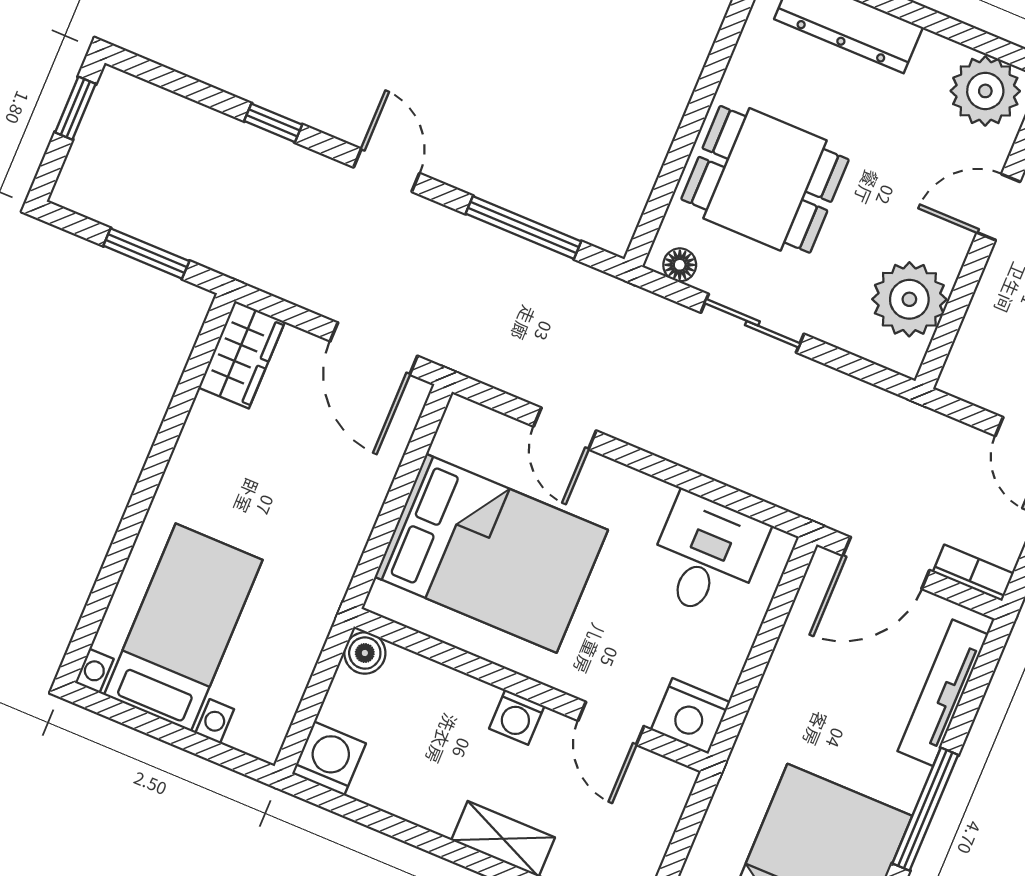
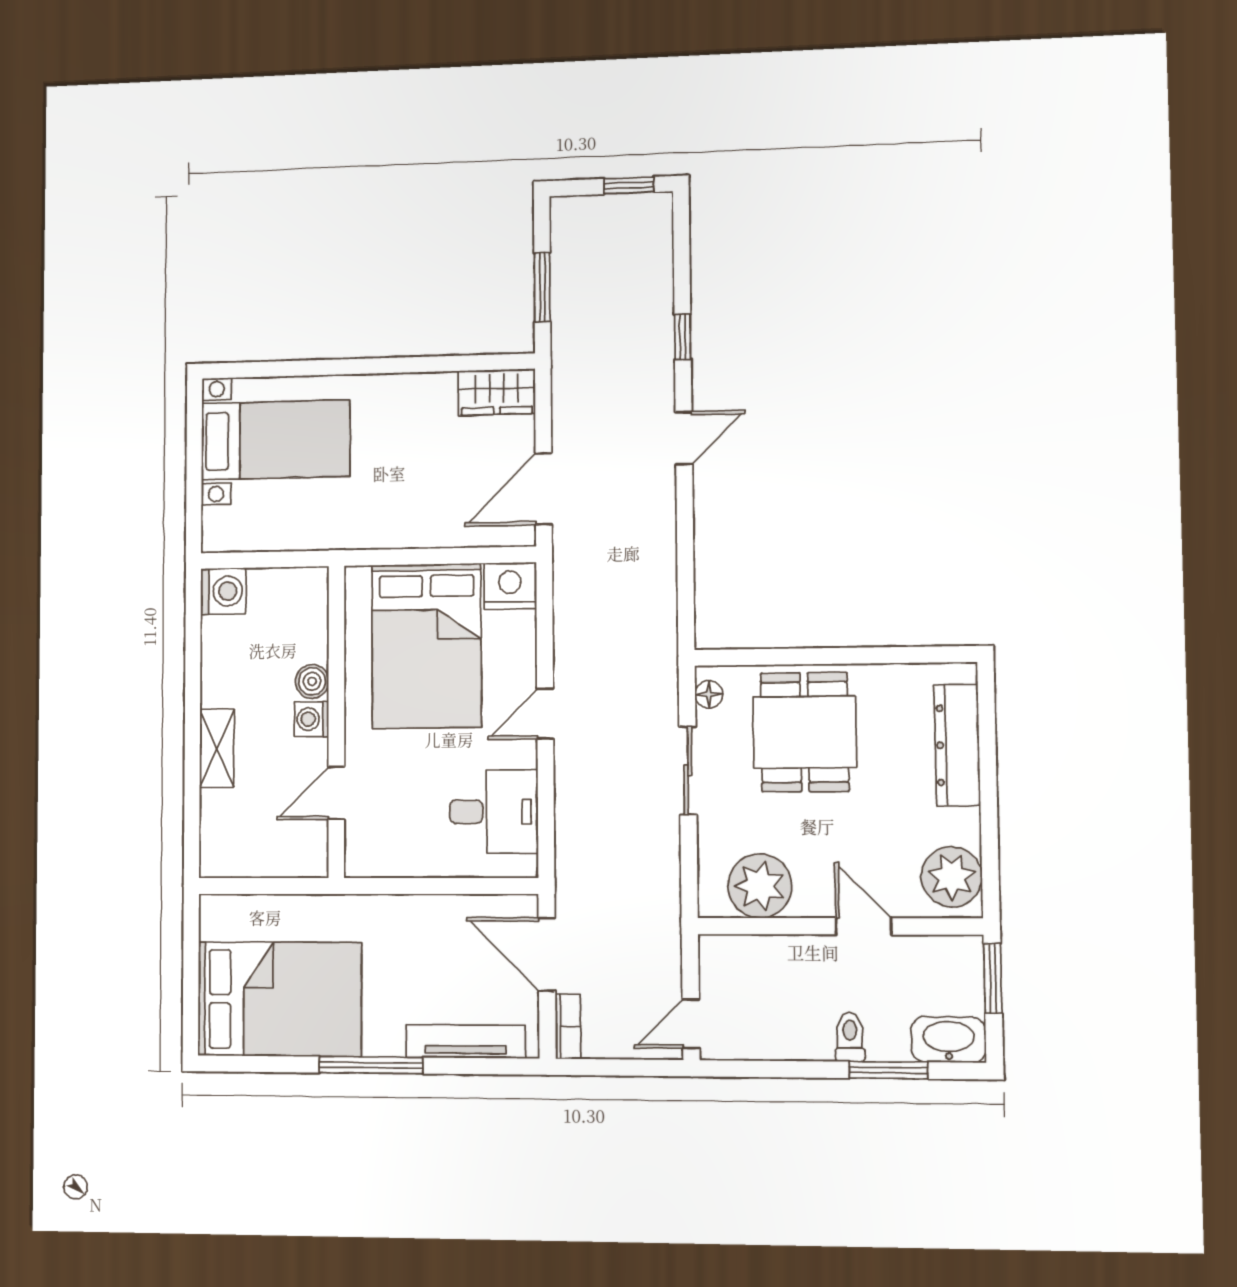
window: (523, 227) -> (685, 562), removed
door: (565, 429) -> (545, 714), moved
boiler: (365, 653) -> (312, 681), moved
nightstand: (690, 716) -> (510, 586), moved, turned 90

